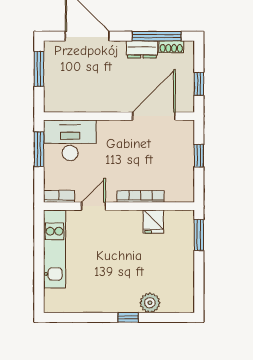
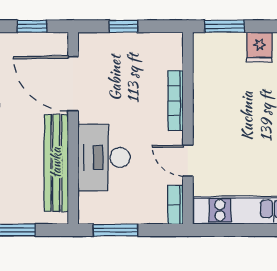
bench: (92, 103) -> (56, 163), added
desk: (70, 140) -> (104, 157), moved
fridge: (153, 222) -> (259, 47), moved, turned 90

